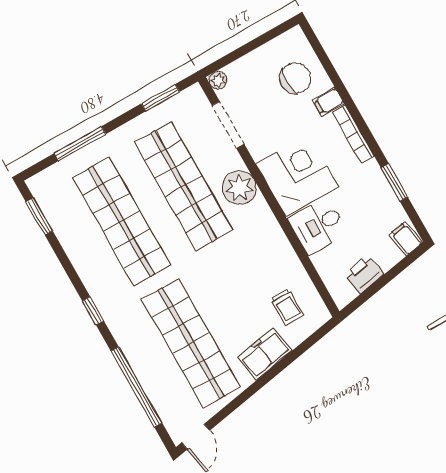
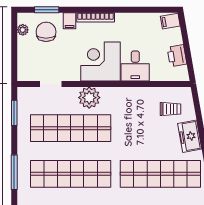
plant: (218, 80) -> (23, 30), moved
doorway: (228, 125) -> (51, 84), width x0.73
window: (394, 182) -> (47, 10), moved

